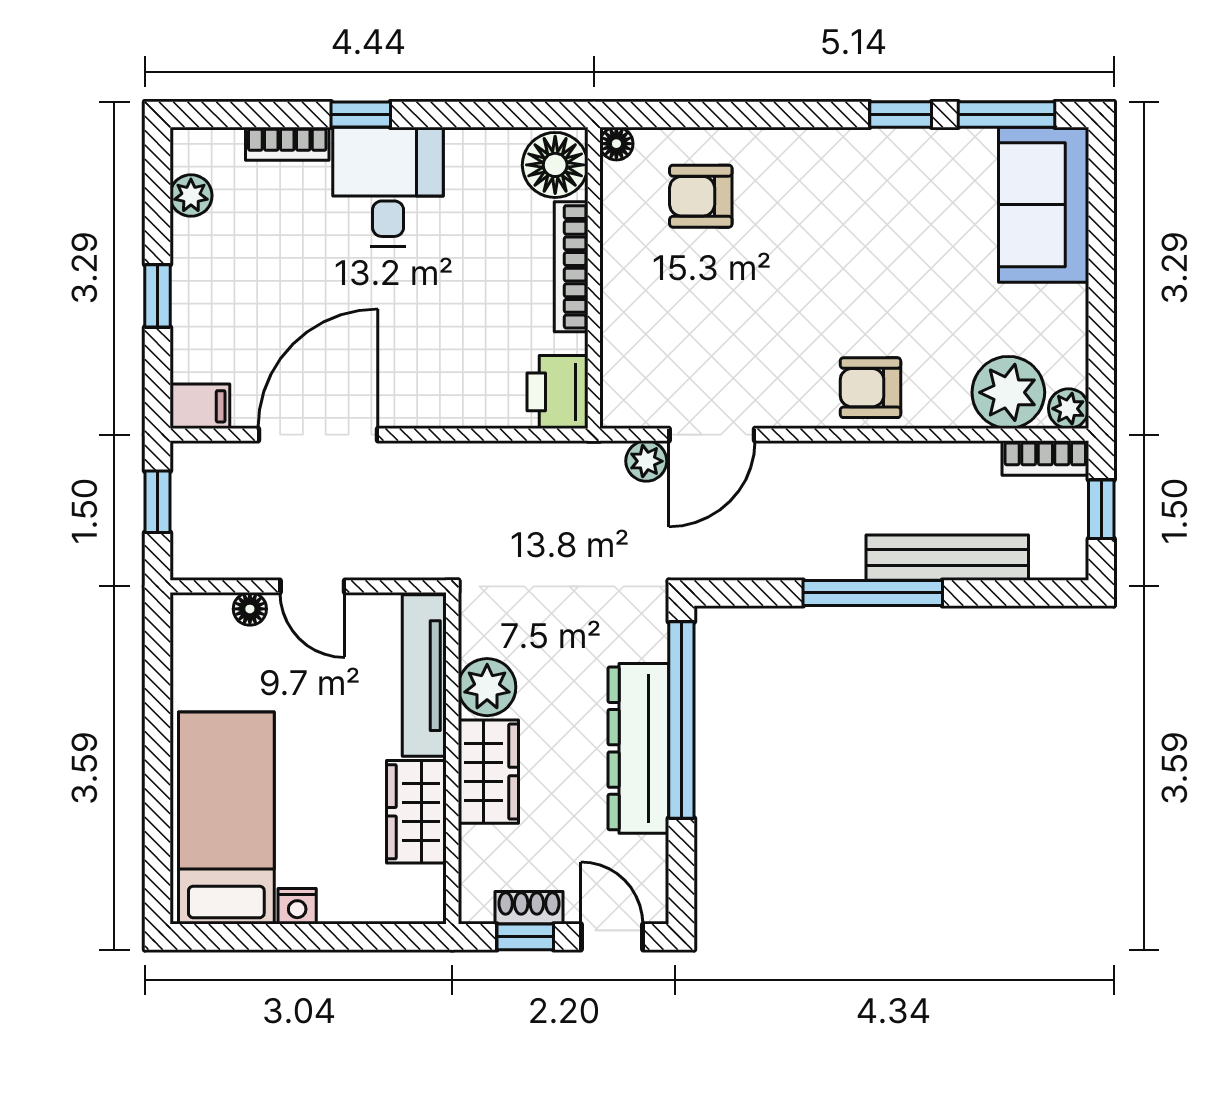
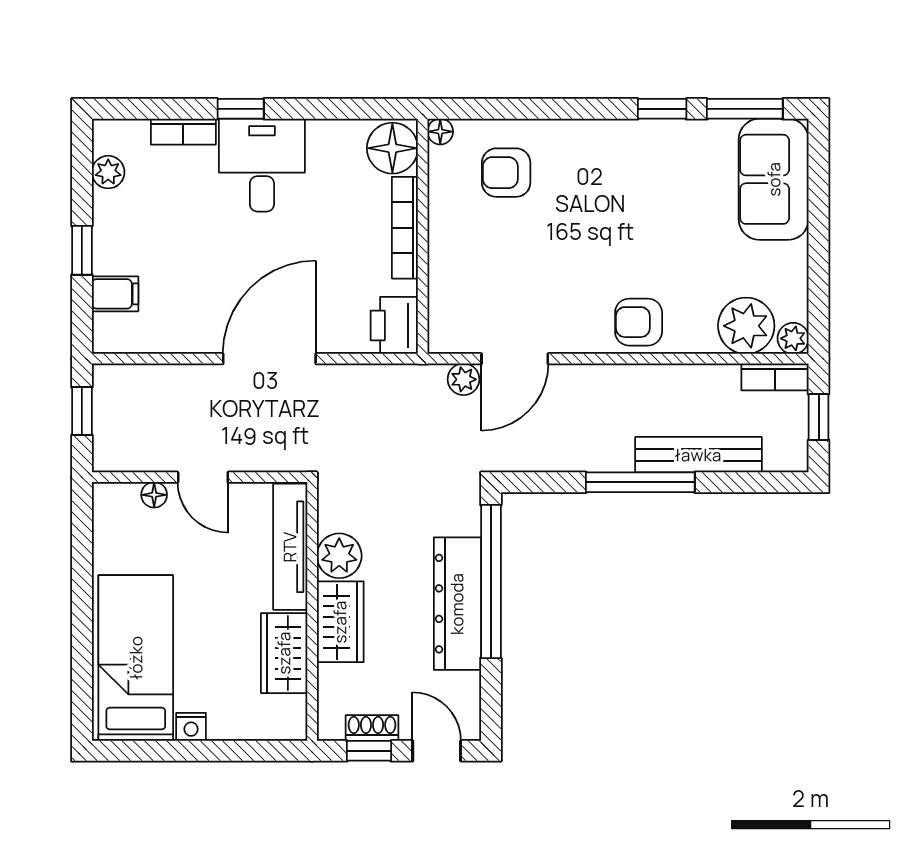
filing cabinet: (200, 406) -> (115, 294), moved
door: (318, 435) -> (269, 359), moved

